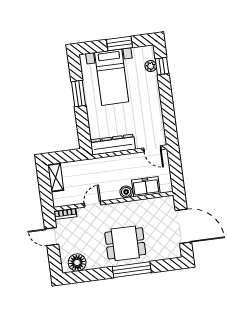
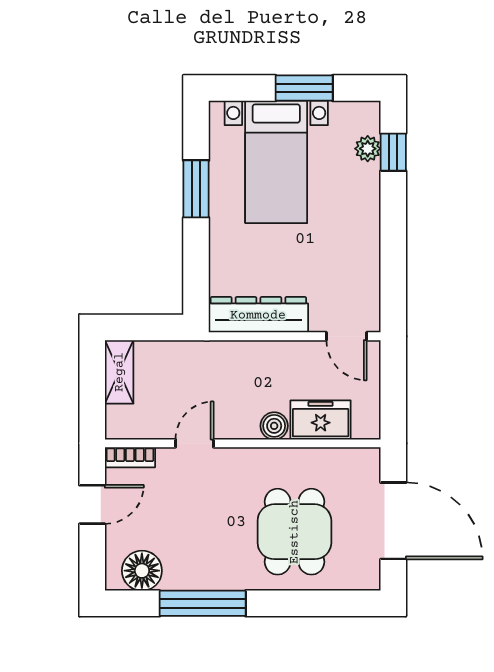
door: (52, 237) -> (92, 504), swing flipped
dining table: (125, 243) -> (294, 532), moved, turned 90
window: (132, 270) -> (203, 603), moved

